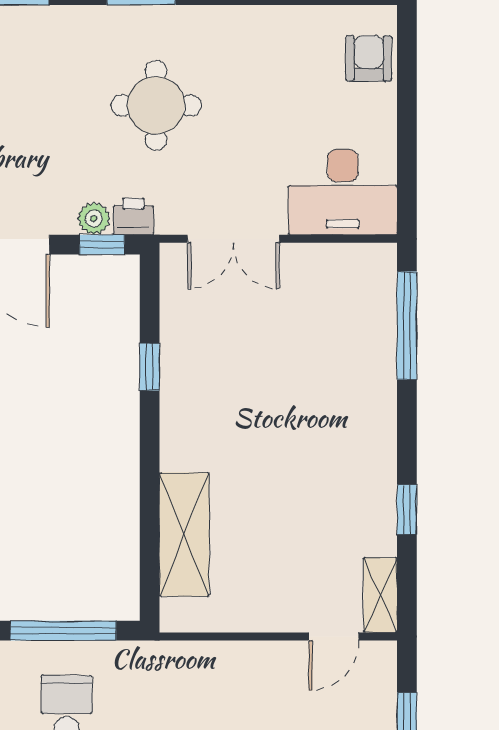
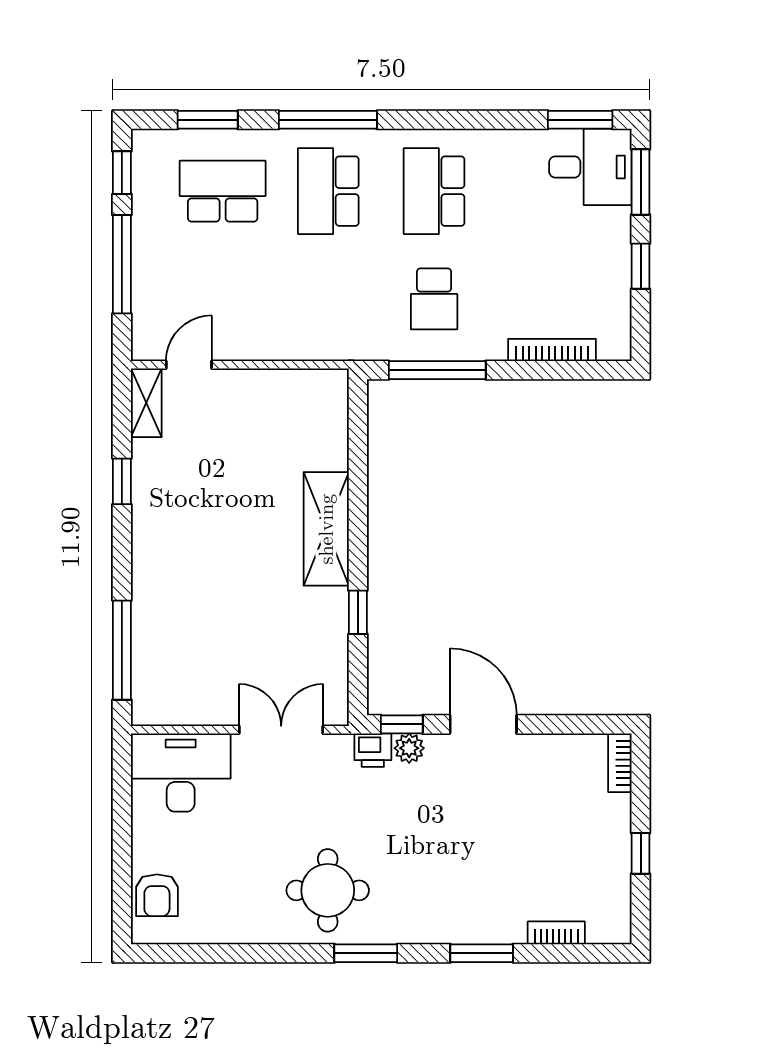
round table: (156, 105) -> (328, 890), moved
shelving: (184, 534) -> (326, 529), moved

